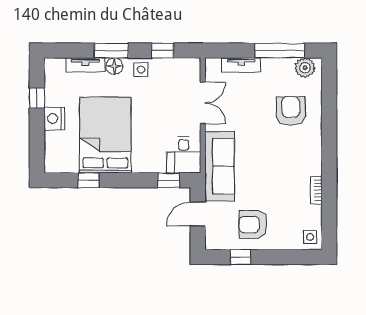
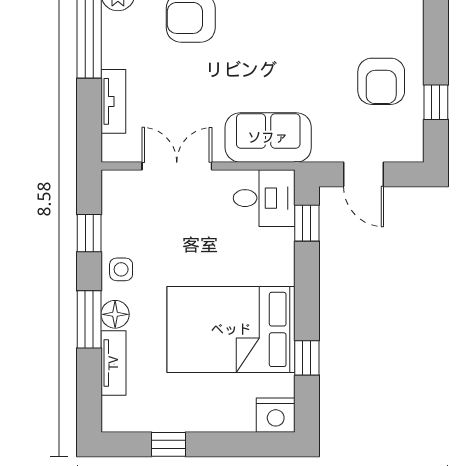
nightstand: (54, 118) -> (276, 415), moved
sofa: (220, 166) -> (268, 137), width x0.73

